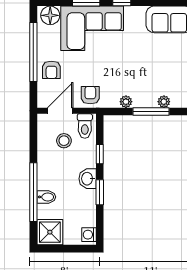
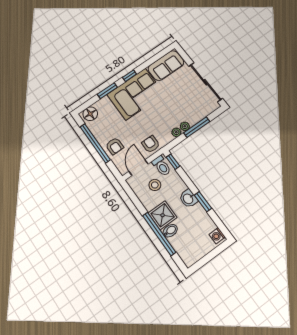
corner sofa: (92, 28) -> (136, 94), moved
plant: (164, 102) -> (185, 126), moved
window: (100, 154) -> (173, 162), moved
shower: (50, 232) -> (163, 215), moved

